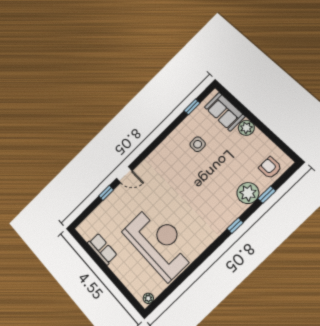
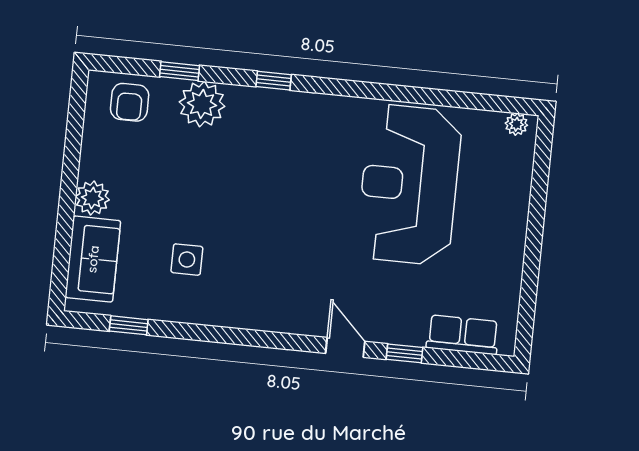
row of seats: (102, 249) -> (463, 335), moved, turned 90

